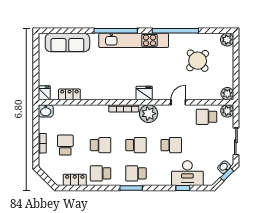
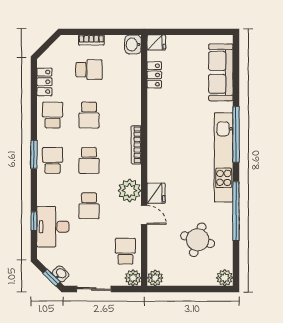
round table: (198, 61) -> (198, 240), turned -30
fridge: (144, 93) -> (156, 193), moved
plant: (149, 114) -> (129, 191), moved

